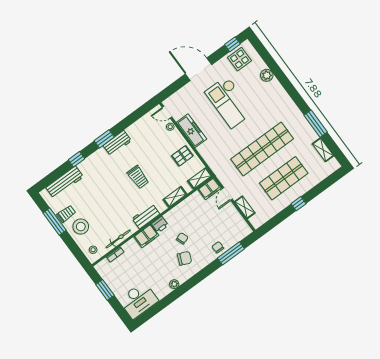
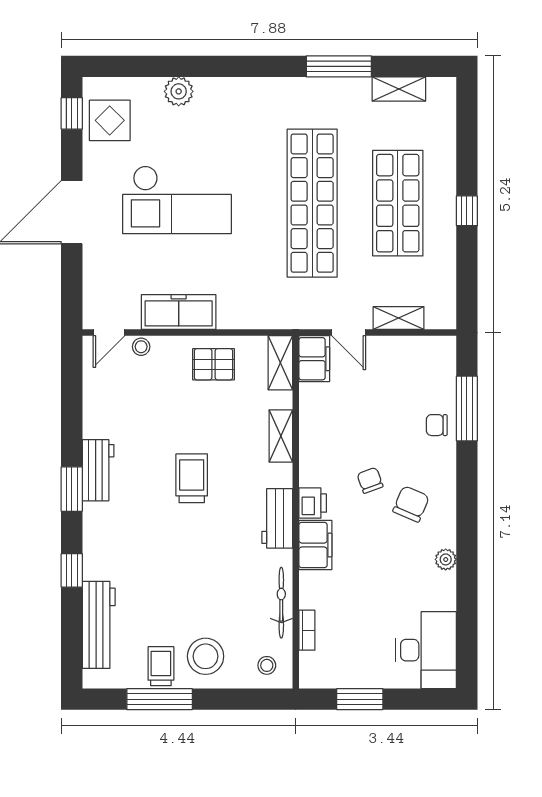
pallet: (182, 156) -> (213, 364), turned 90
trolley: (138, 177) -> (192, 478), turned -90

